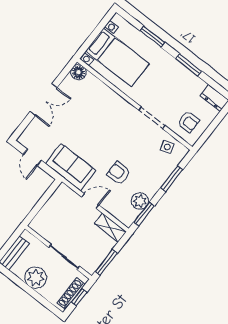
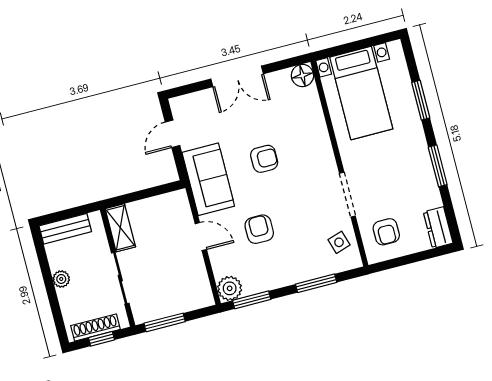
armchair: (92, 133) -> (264, 159), added
plant: (140, 201) -> (230, 288), moved
shelving: (110, 228) -> (120, 228), moved
plant: (36, 278) -> (61, 279), width x0.53, depth x0.53

